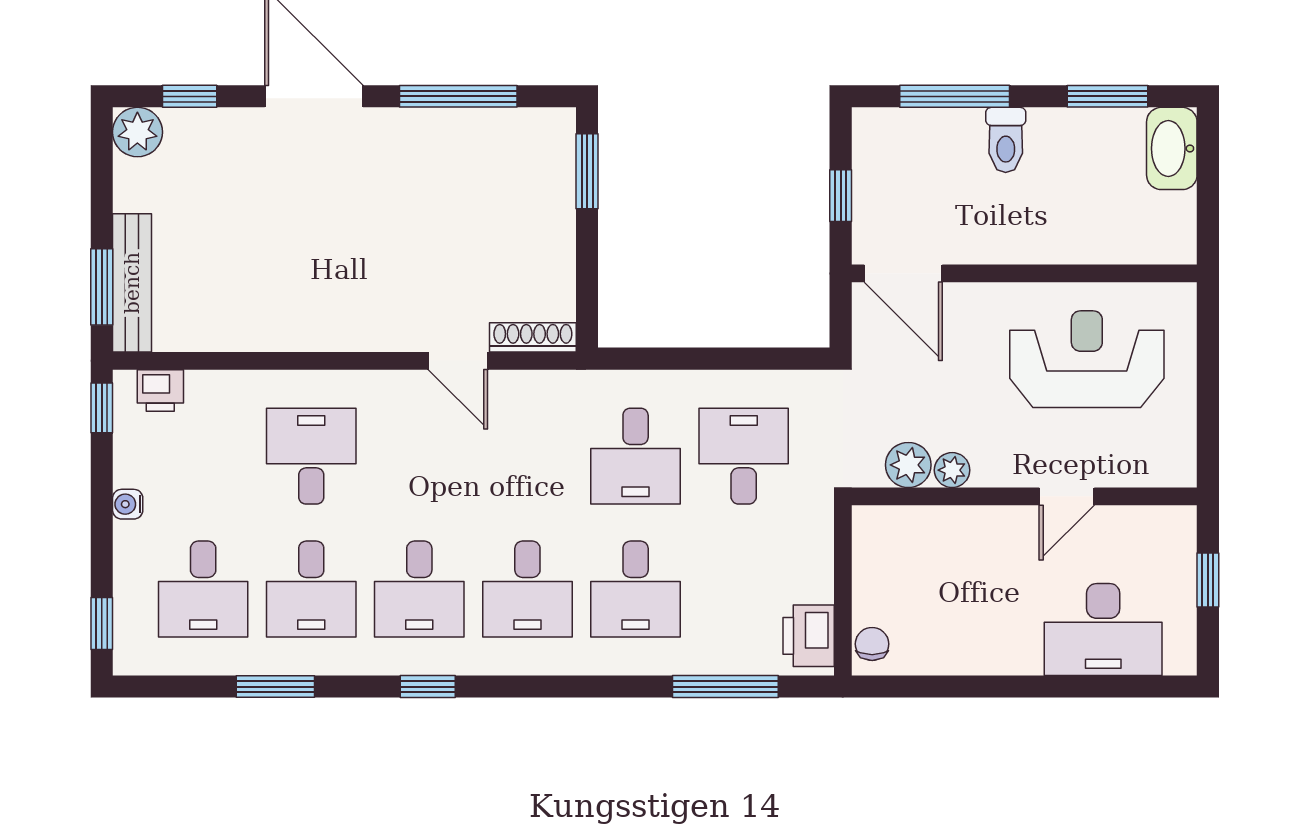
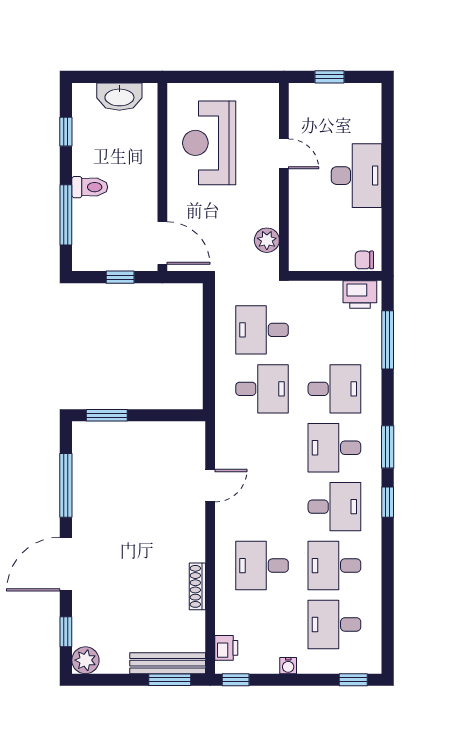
window: (1108, 96) -> (66, 132), width x0.67
washbasin: (1172, 148) -> (119, 97), moved
door: (903, 273) -> (162, 243), hinge flipped
shoe rack: (533, 337) -> (197, 586), moved
plant: (952, 470) -> (270, 216), removed
desk: (203, 589) -> (334, 624), turned 180
desk: (311, 589) -> (334, 566), turned 180
desk: (527, 589) -> (334, 448), turned 180
desk: (1103, 630) -> (356, 176), moved
window: (275, 687) -> (388, 447), moved

